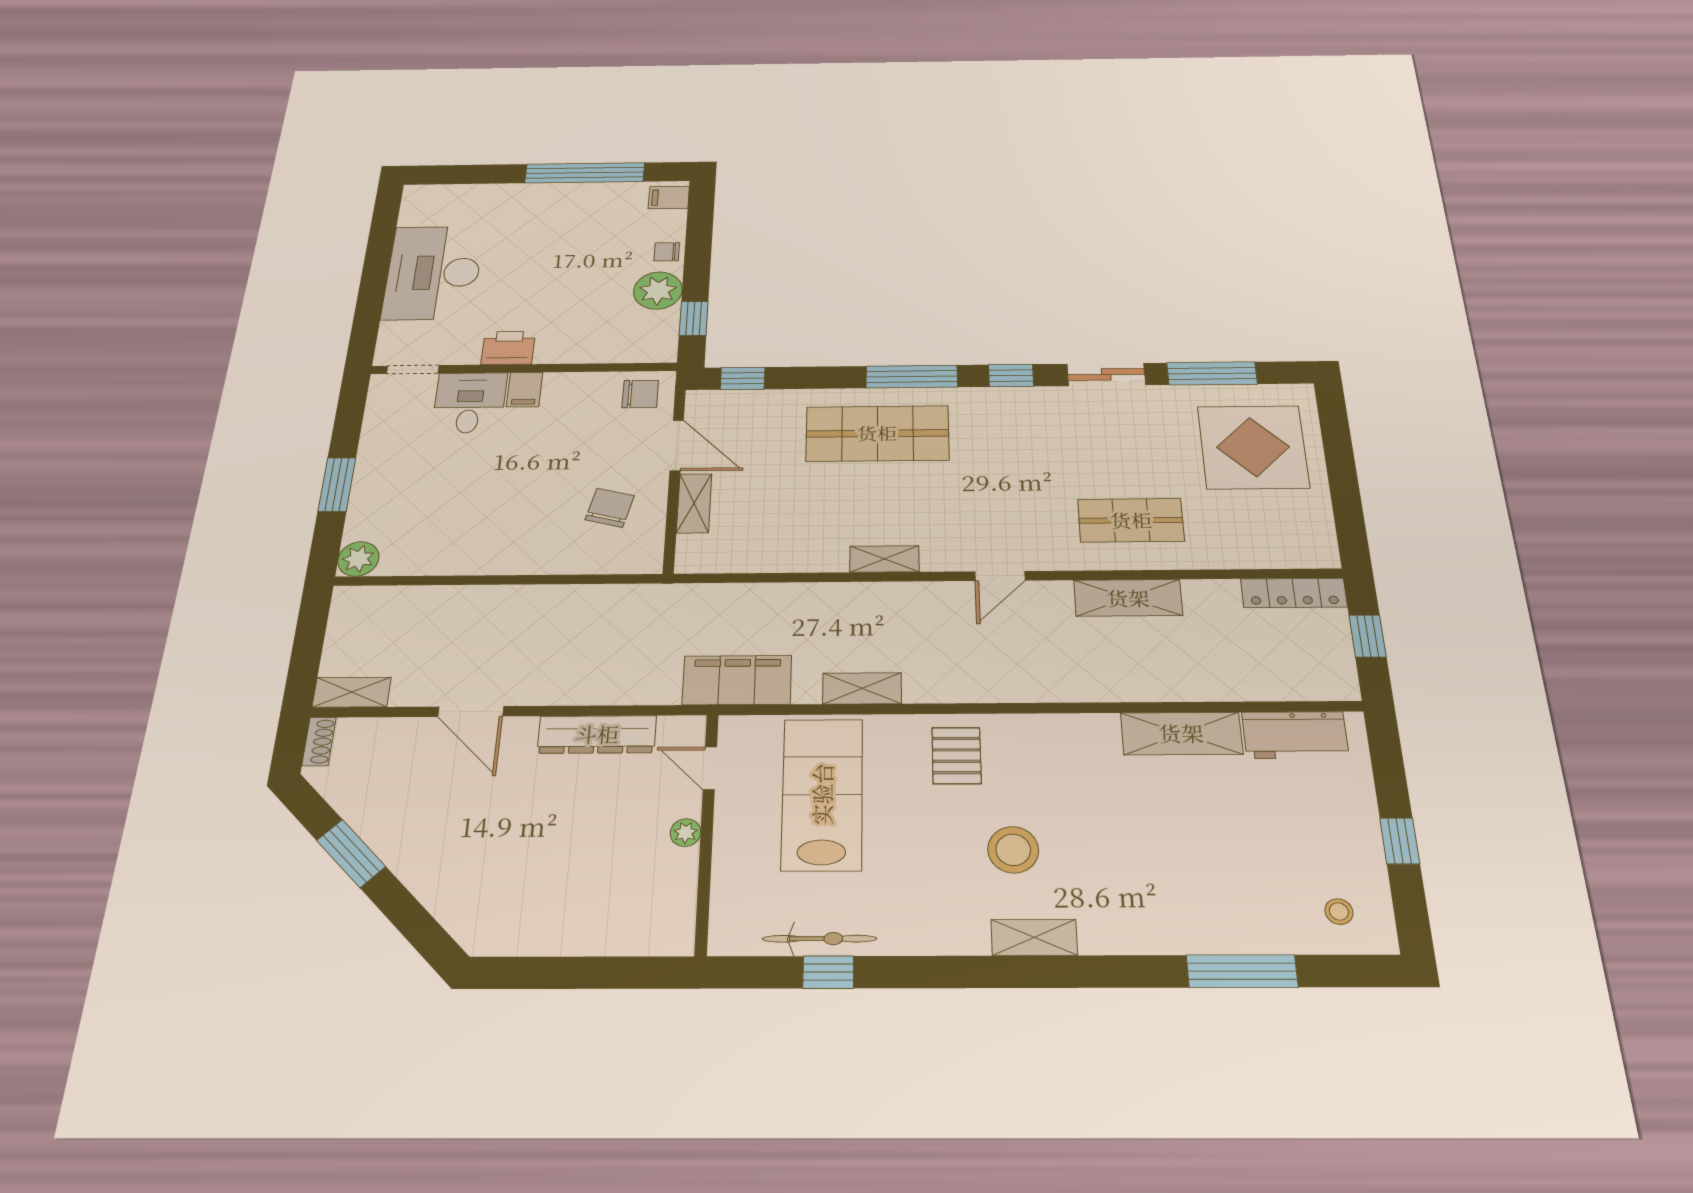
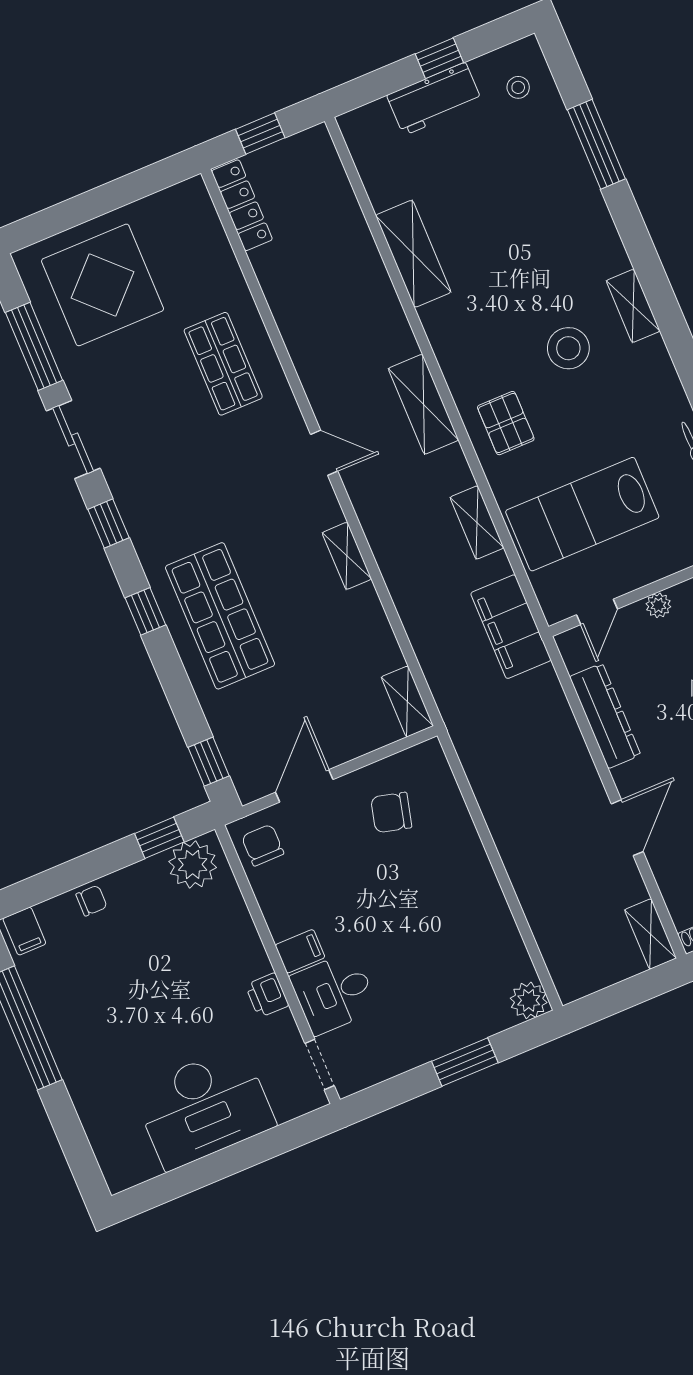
chair: (667, 252) -> (91, 901), turned -90
plant: (658, 291) -> (193, 864), moved
printer: (508, 348) -> (267, 995), width x0.73, depth x0.81
window: (912, 377) -> (145, 611), width x0.46
shelving: (694, 503) -> (407, 701), moved, turned 90
shelving: (1128, 598) -> (423, 404), moved
workbench: (1295, 735) -> (435, 99), moved, turned 90
pallet: (957, 755) -> (506, 423), turned 90

